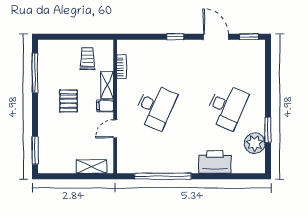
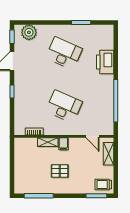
trolley: (87, 59) -> (103, 185), moved
door: (115, 129) -> (93, 136), moved
plant: (255, 143) -> (29, 32), moved

